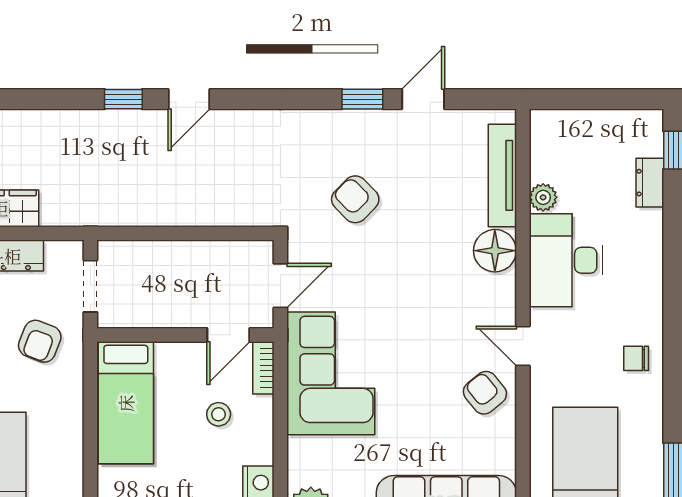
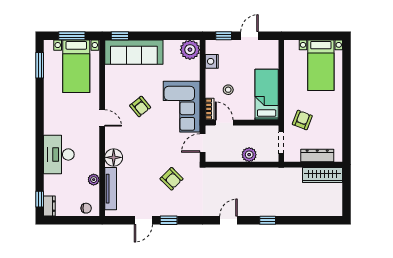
door: (189, 99) -> (229, 220), moved
dresser: (650, 183) -> (49, 206), moved
plant: (168, 258) -> (249, 155), added
desk: (566, 260) -> (59, 154), moved, turned 180
door: (228, 335) -> (224, 123), hinge flipped
chair: (636, 358) -> (86, 208), moved
armchair: (485, 393) -> (140, 106), moved

